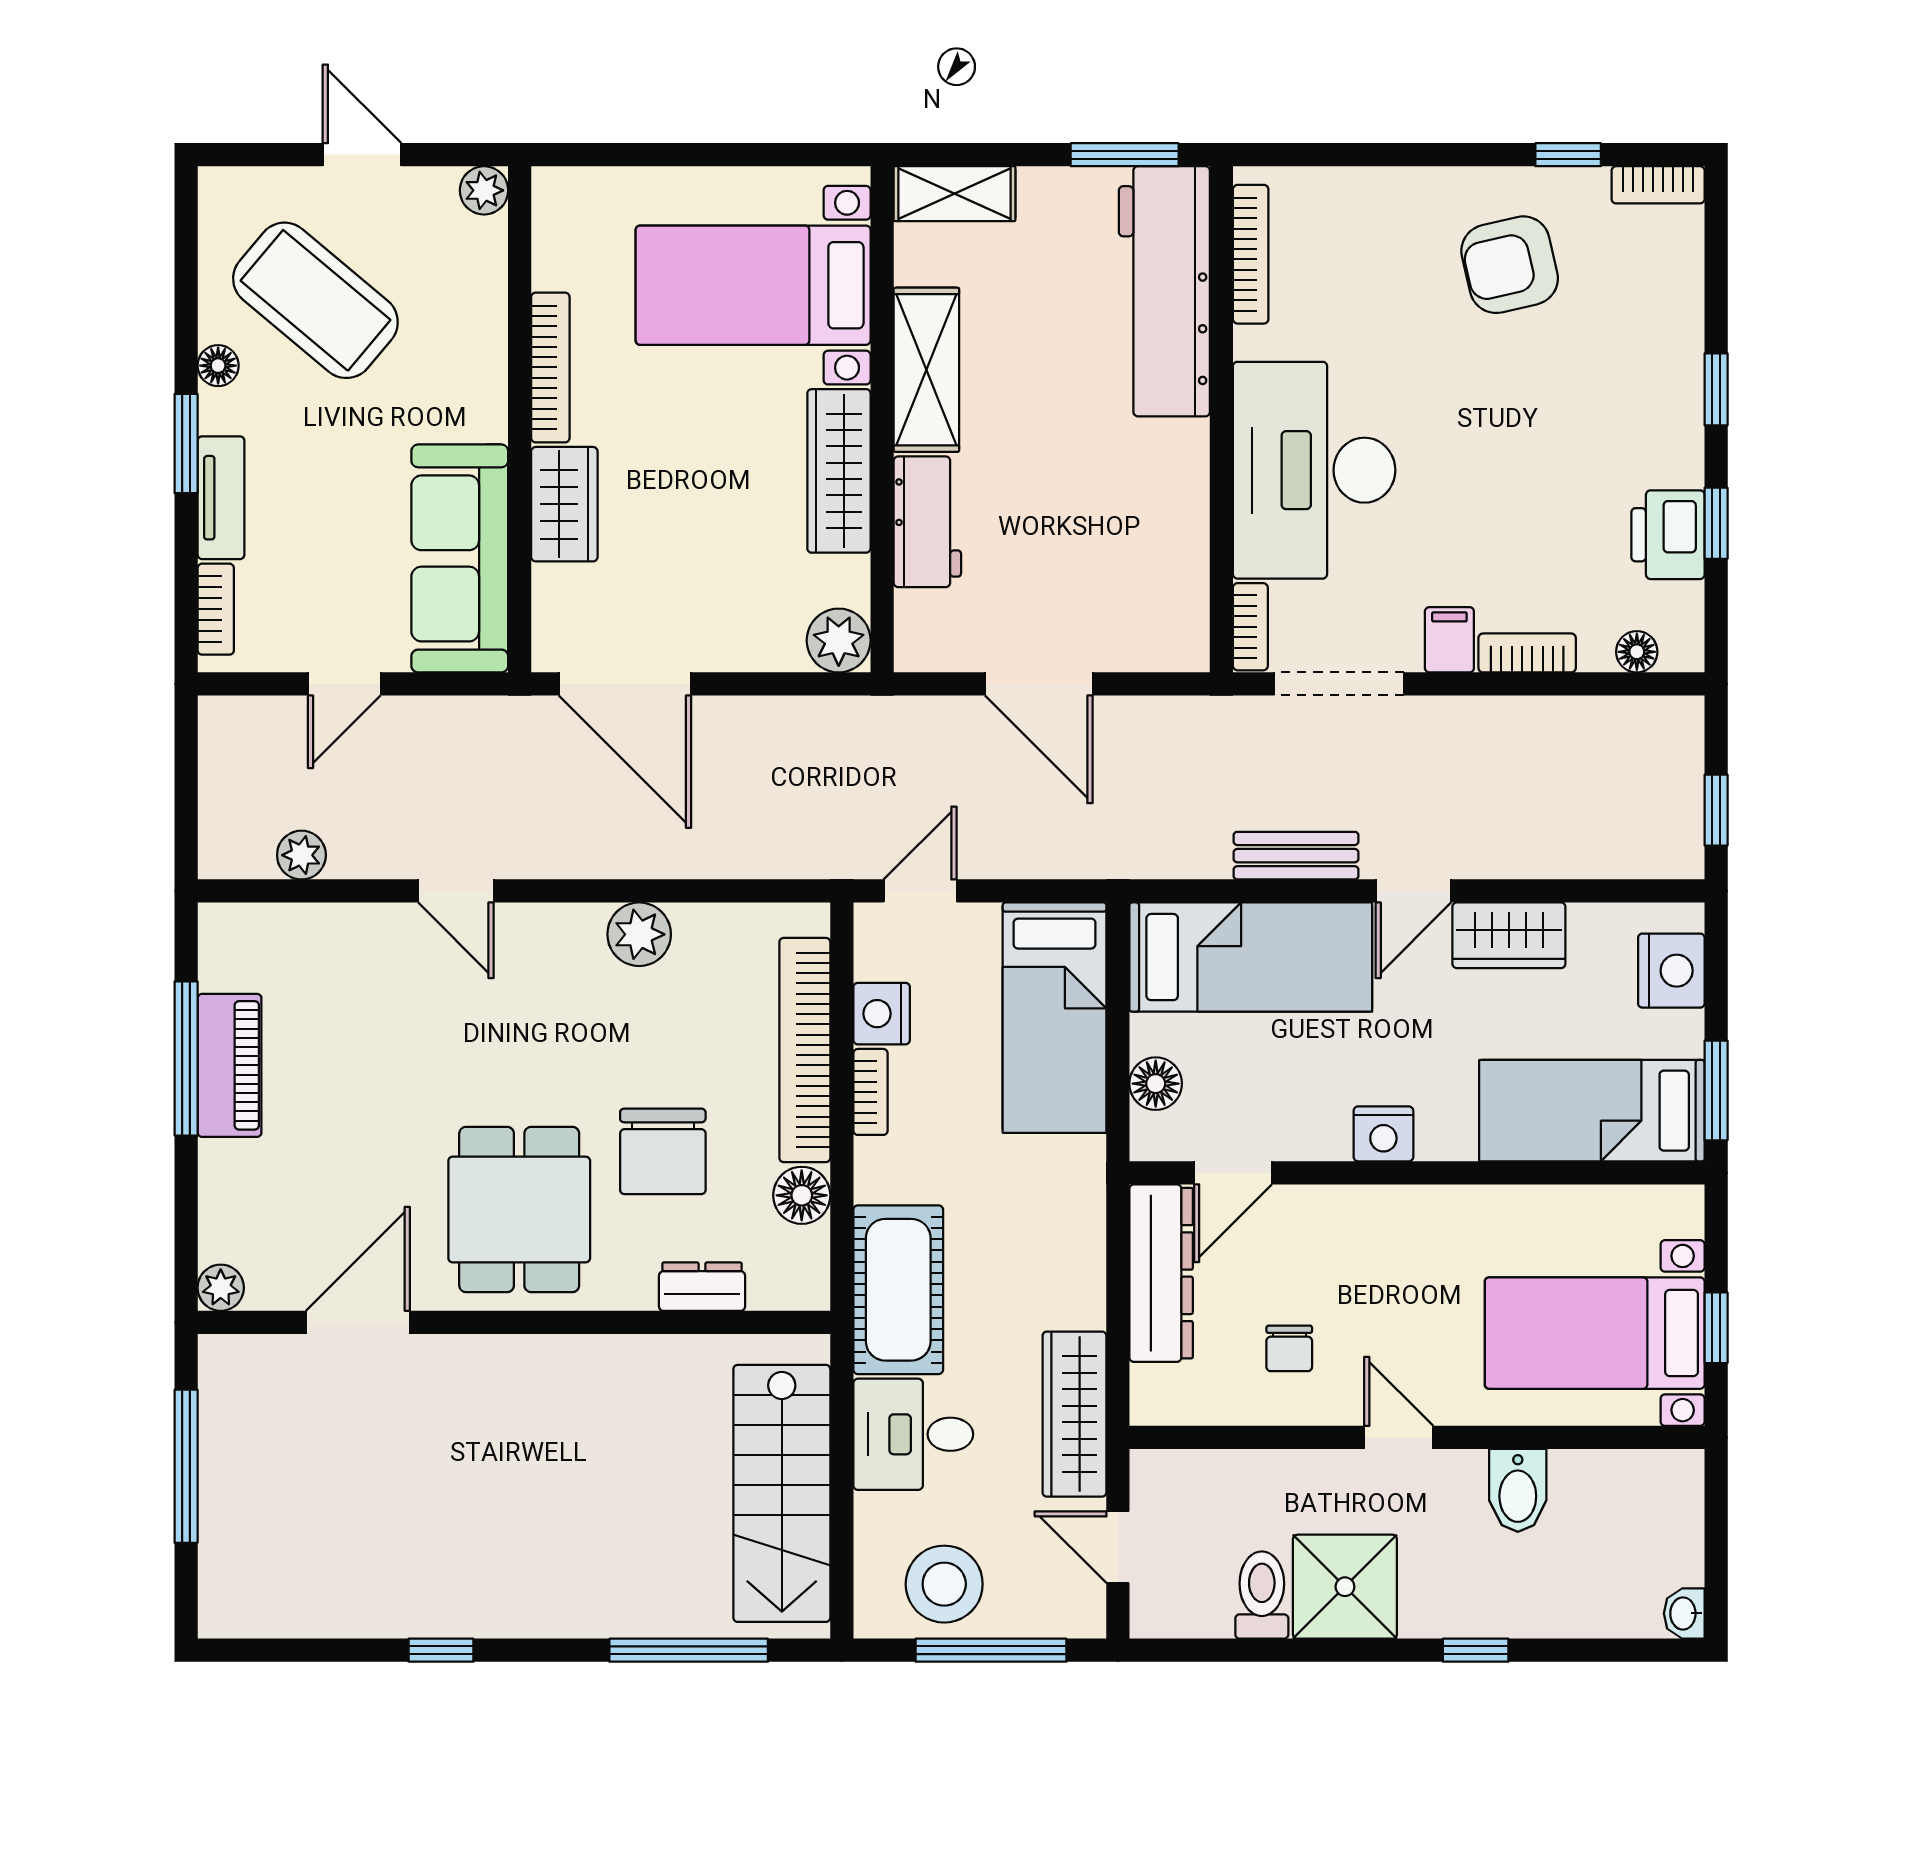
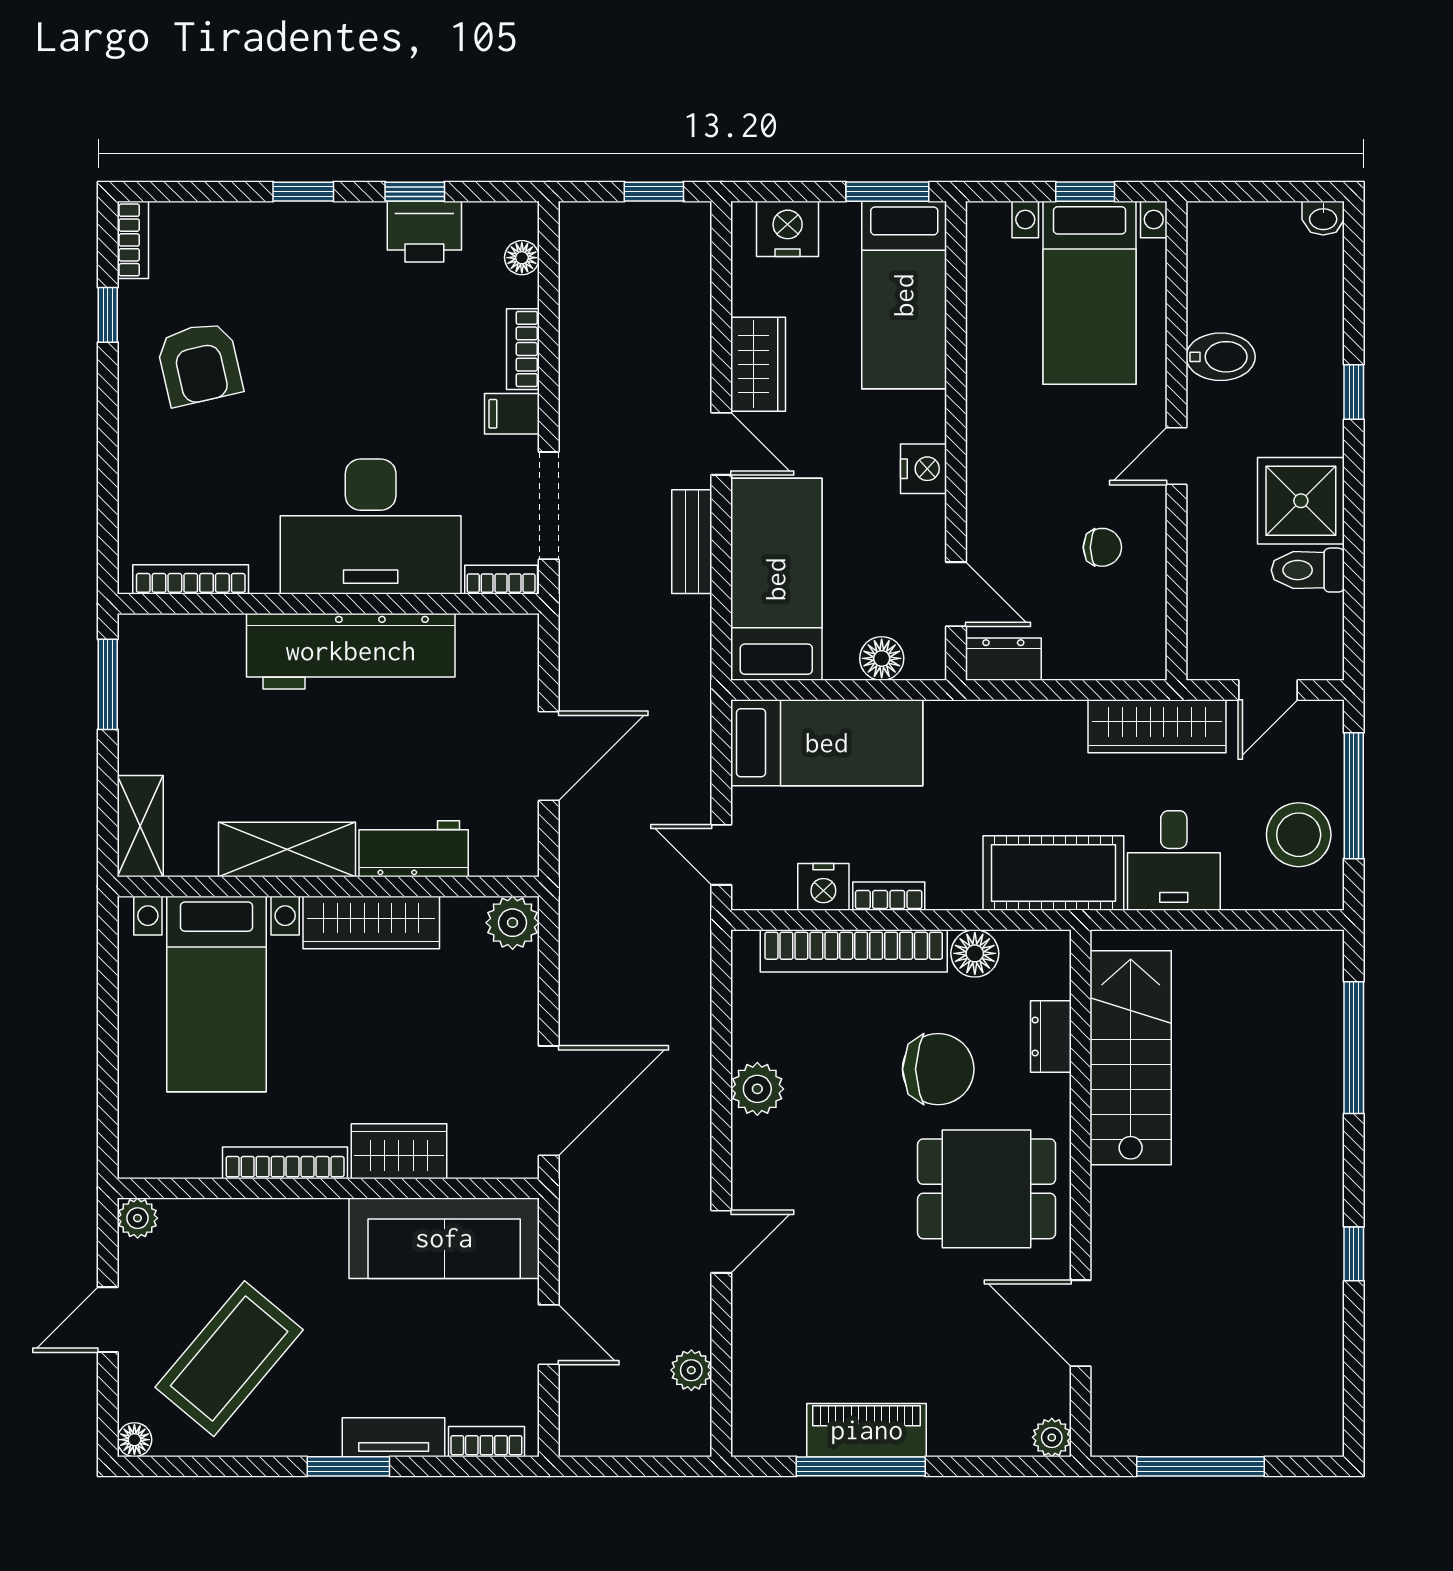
workbench: (1164, 291) -> (351, 651), moved
floor lamp: (218, 366) -> (134, 1440), moved
dresser: (1161, 1273) -> (1003, 659), width x0.51, depth x0.80
stairs: (782, 1493) -> (1131, 1058), moved, turned -90

